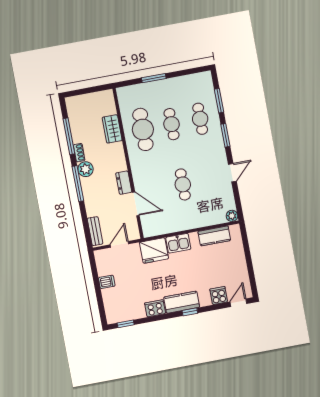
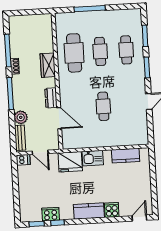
window: (154, 78) -> (90, 9), width x1.44
wardrobe: (112, 129) -> (48, 65), moved
plant: (86, 169) -> (21, 117), moved
plant: (232, 216) -> (144, 140), removed
door: (119, 244) -> (40, 152), swing flipped
dishwasher: (107, 282) -> (23, 160), moved
cooker: (219, 296) -> (112, 210), moved
cooker: (155, 308) -> (51, 214), moved
window: (190, 312) -> (57, 223), moved

